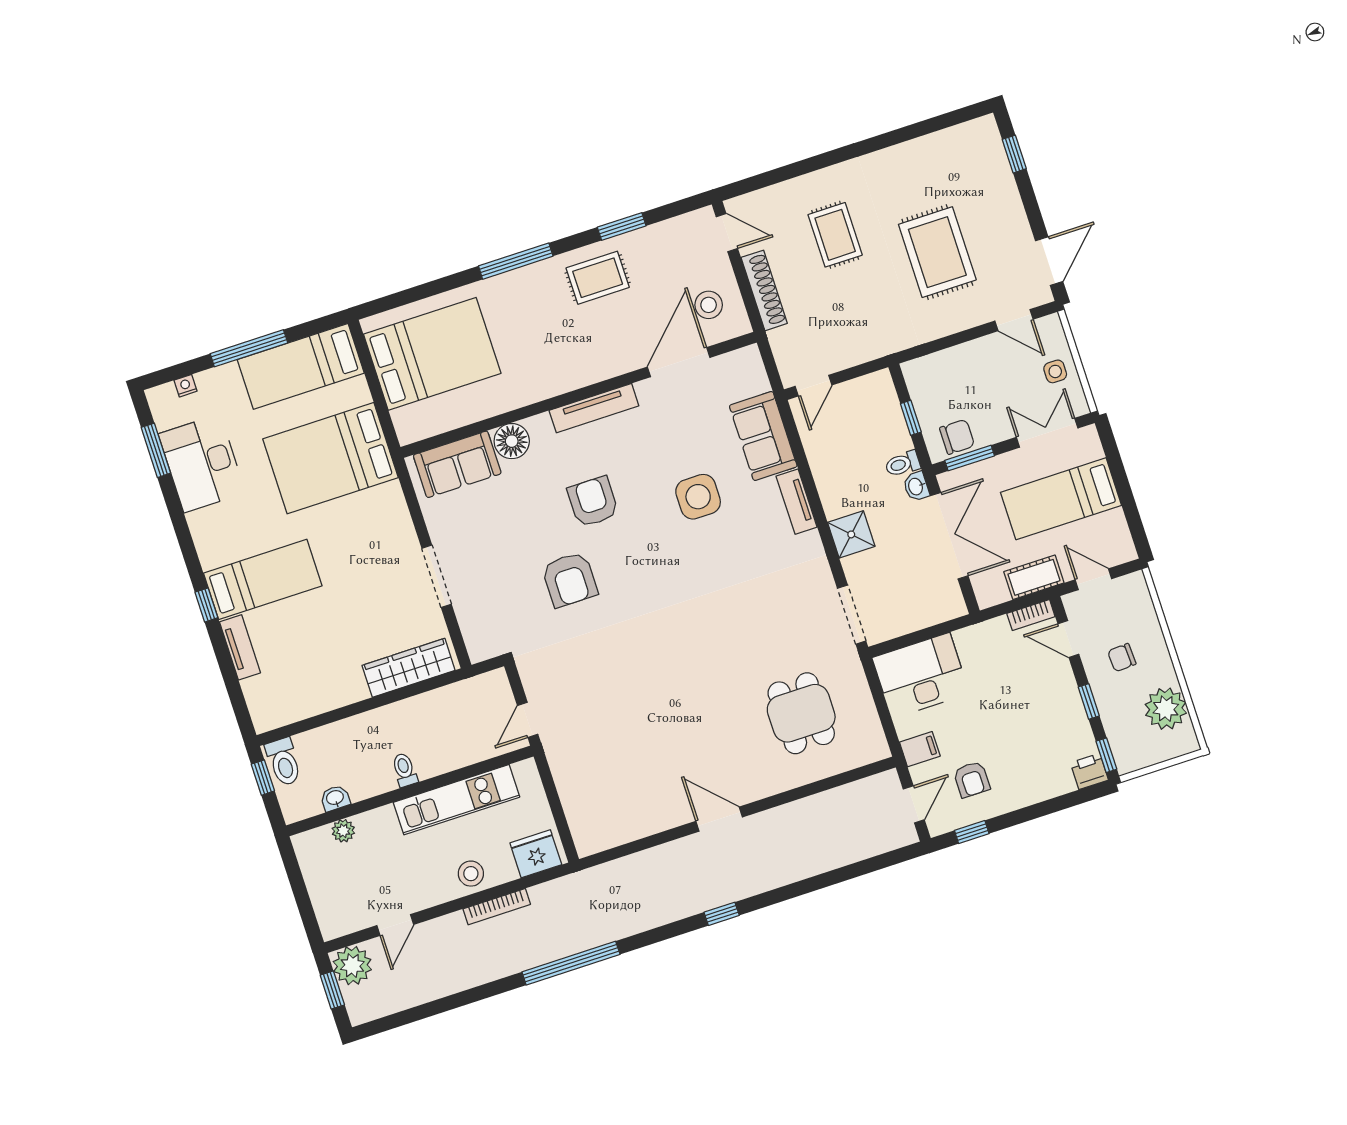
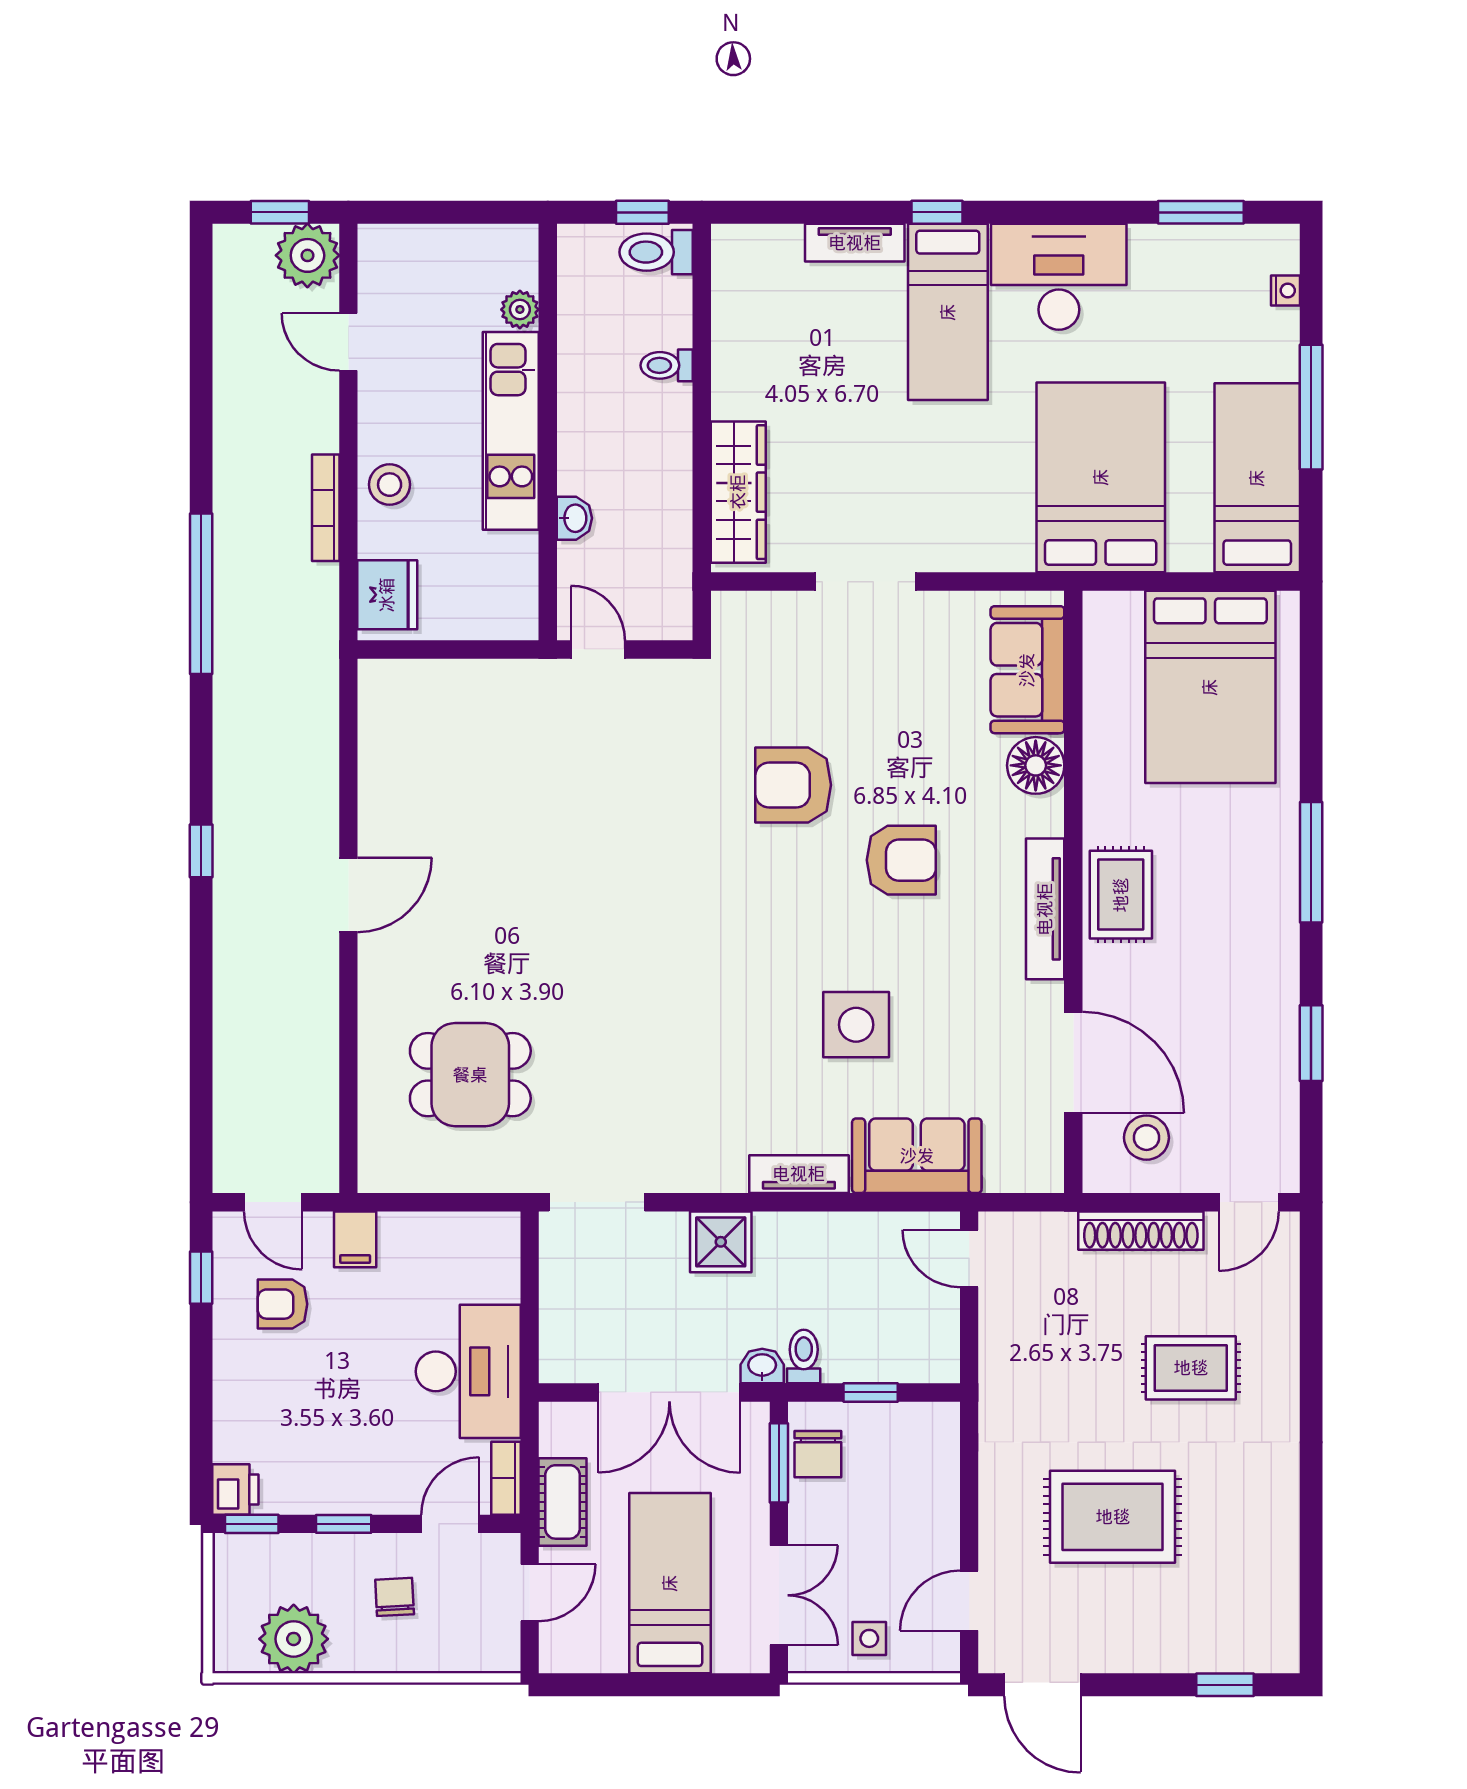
rug: (598, 278) -> (1121, 895), moved
desk: (202, 463) -> (1059, 277), moved
desk: (921, 676) -> (468, 1371), moved
toilet: (404, 770) -> (667, 365), moved, turned 180
washbasin: (335, 798) -> (574, 518), moved
kitchen unit: (456, 800) -> (511, 431), moved

